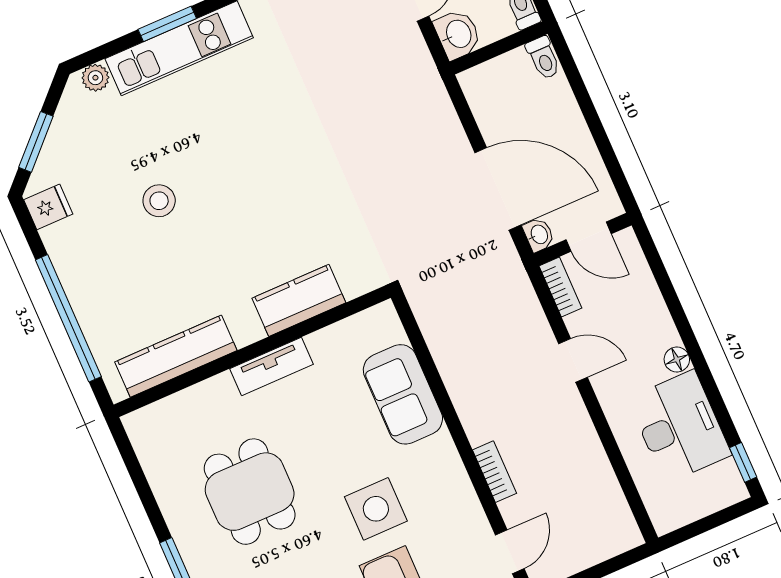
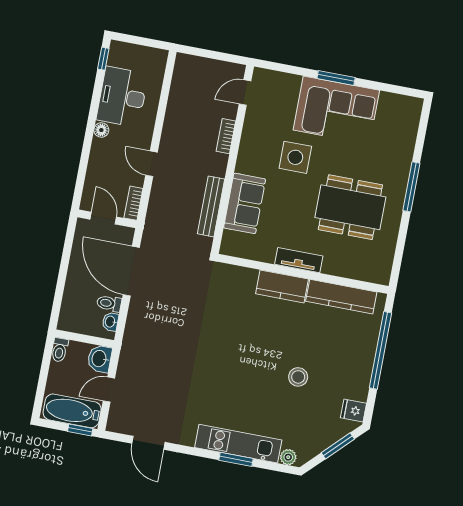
toilet: (543, 58) -> (109, 303), moved, turned -90
washbasin: (539, 235) -> (110, 322), moved
kitchen counter: (299, 300) -> (282, 286), moved
bench: (447, 358) -> (211, 206), added
dining table: (250, 492) -> (350, 207), width x1.38

